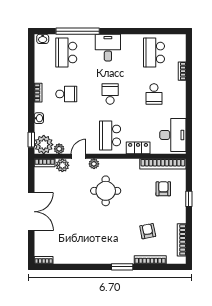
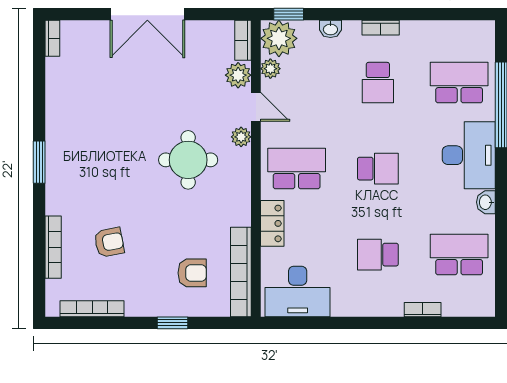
washbasin: (43, 39) -> (486, 202), moved
desk: (108, 48) -> (469, 155), width x1.37
window: (122, 267) -> (39, 162), moved

